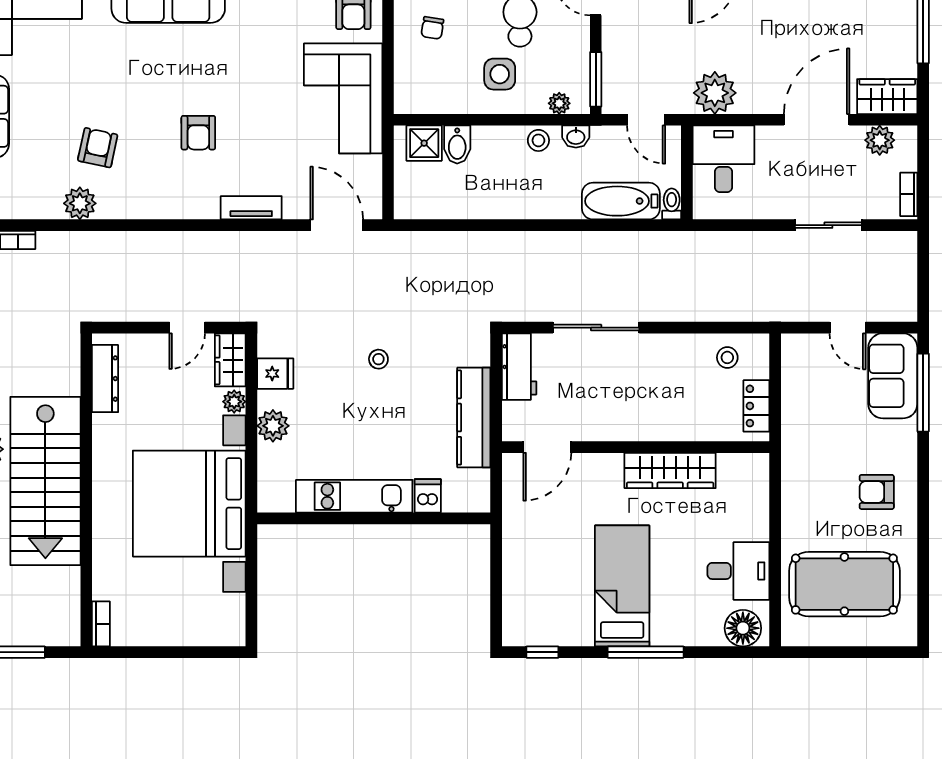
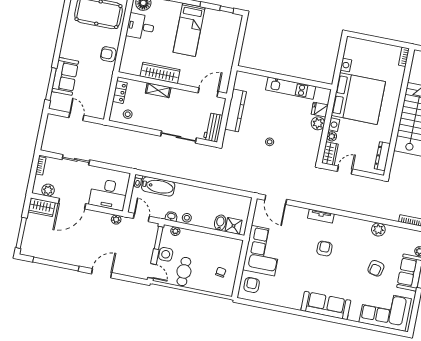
side table: (500, 74) -> (166, 254), moved
plant: (715, 93) -> (116, 220), width x0.53, depth x0.53
armchair: (98, 148) -> (376, 268), moved
desk: (723, 159) -> (108, 194), width x1.37
tv unit: (251, 208) -> (321, 216), moved
fridge: (275, 374) -> (320, 110), moved
sofa: (893, 376) -> (65, 76), moved
shelving: (667, 429) -> (158, 90), added
armchair: (877, 492) -> (108, 54), moved, turned 180
dishwasher: (428, 496) -> (261, 82), removed

